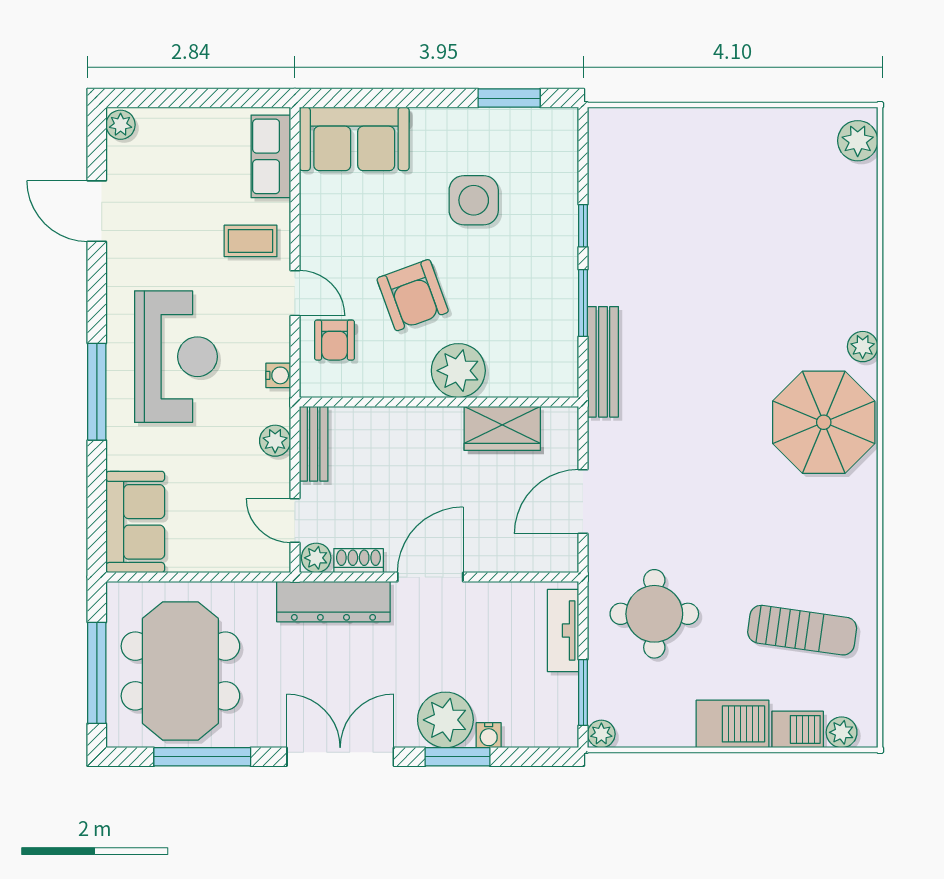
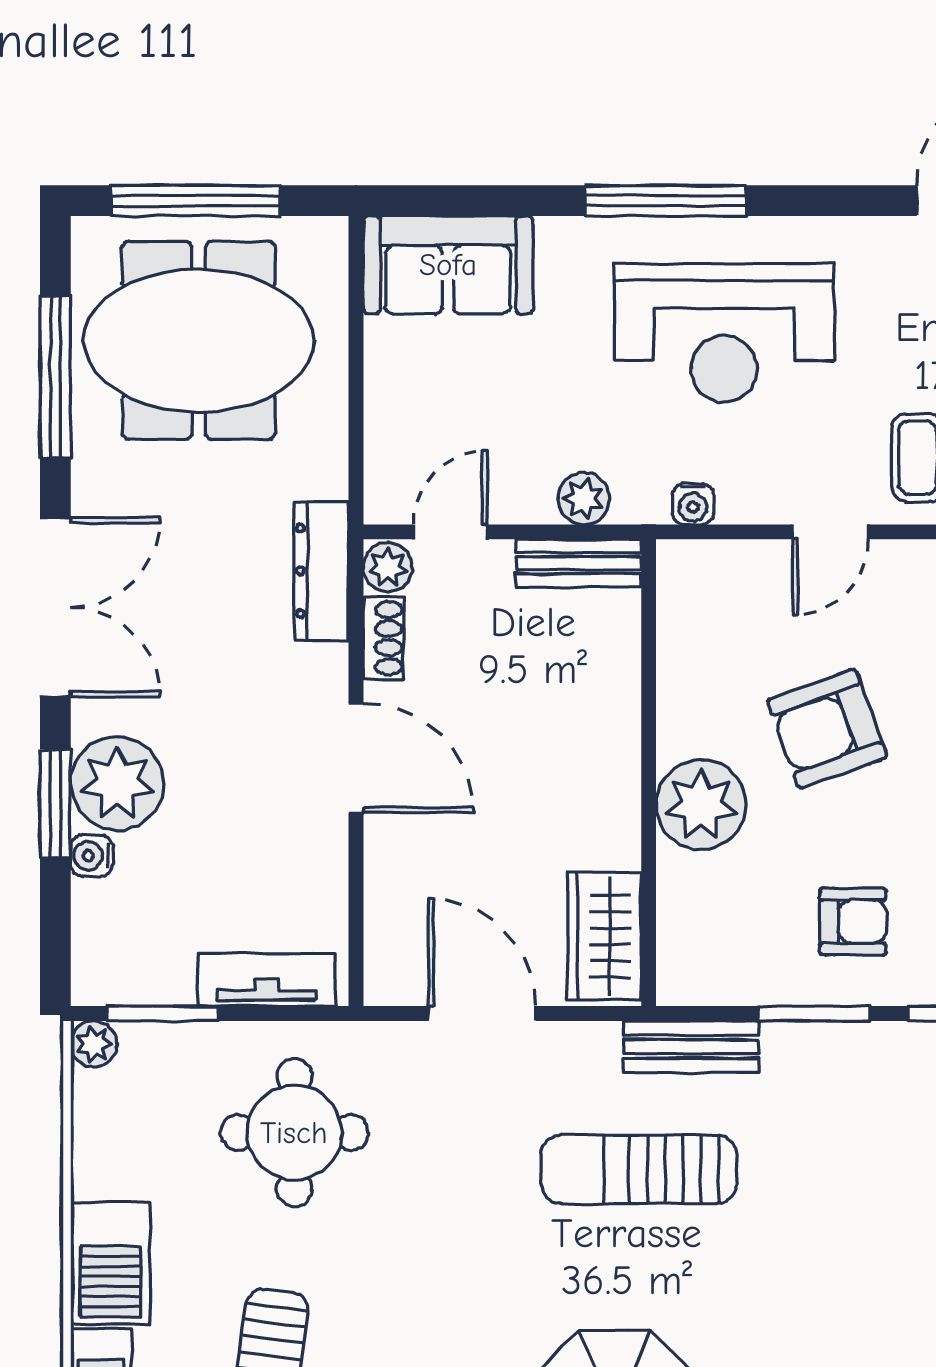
armchair: (334, 340) -> (853, 921), moved, turned 180
bench: (603, 362) -> (691, 1047), width x0.73
sun lounger: (676, 408) -> (639, 1169), added
wardrobe: (502, 428) -> (604, 936), moved
dresser: (333, 602) -> (321, 571), width x0.73, depth x0.80

